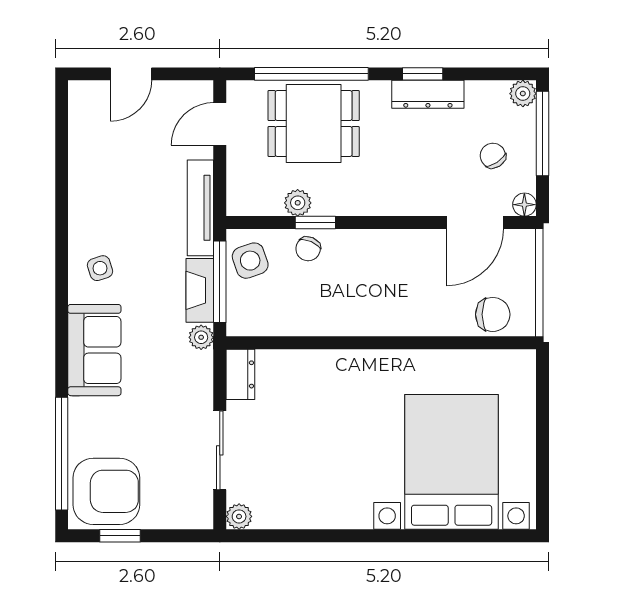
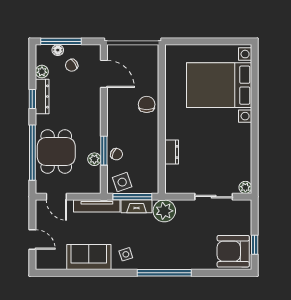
plant: (523, 94) -> (42, 72), moved
floor lamp: (524, 205) -> (58, 50), moved
window: (315, 223) -> (104, 151), width x1.50
chair: (493, 314) -> (147, 104), moved
plant: (201, 337) -> (164, 211), width x1.88, depth x1.88
sofa: (94, 350) -> (89, 257), moved
dresser: (240, 374) -> (172, 152), moved, turned 90
window: (62, 454) -> (164, 273), moved
armchair: (106, 491) -> (233, 251), turned -90

